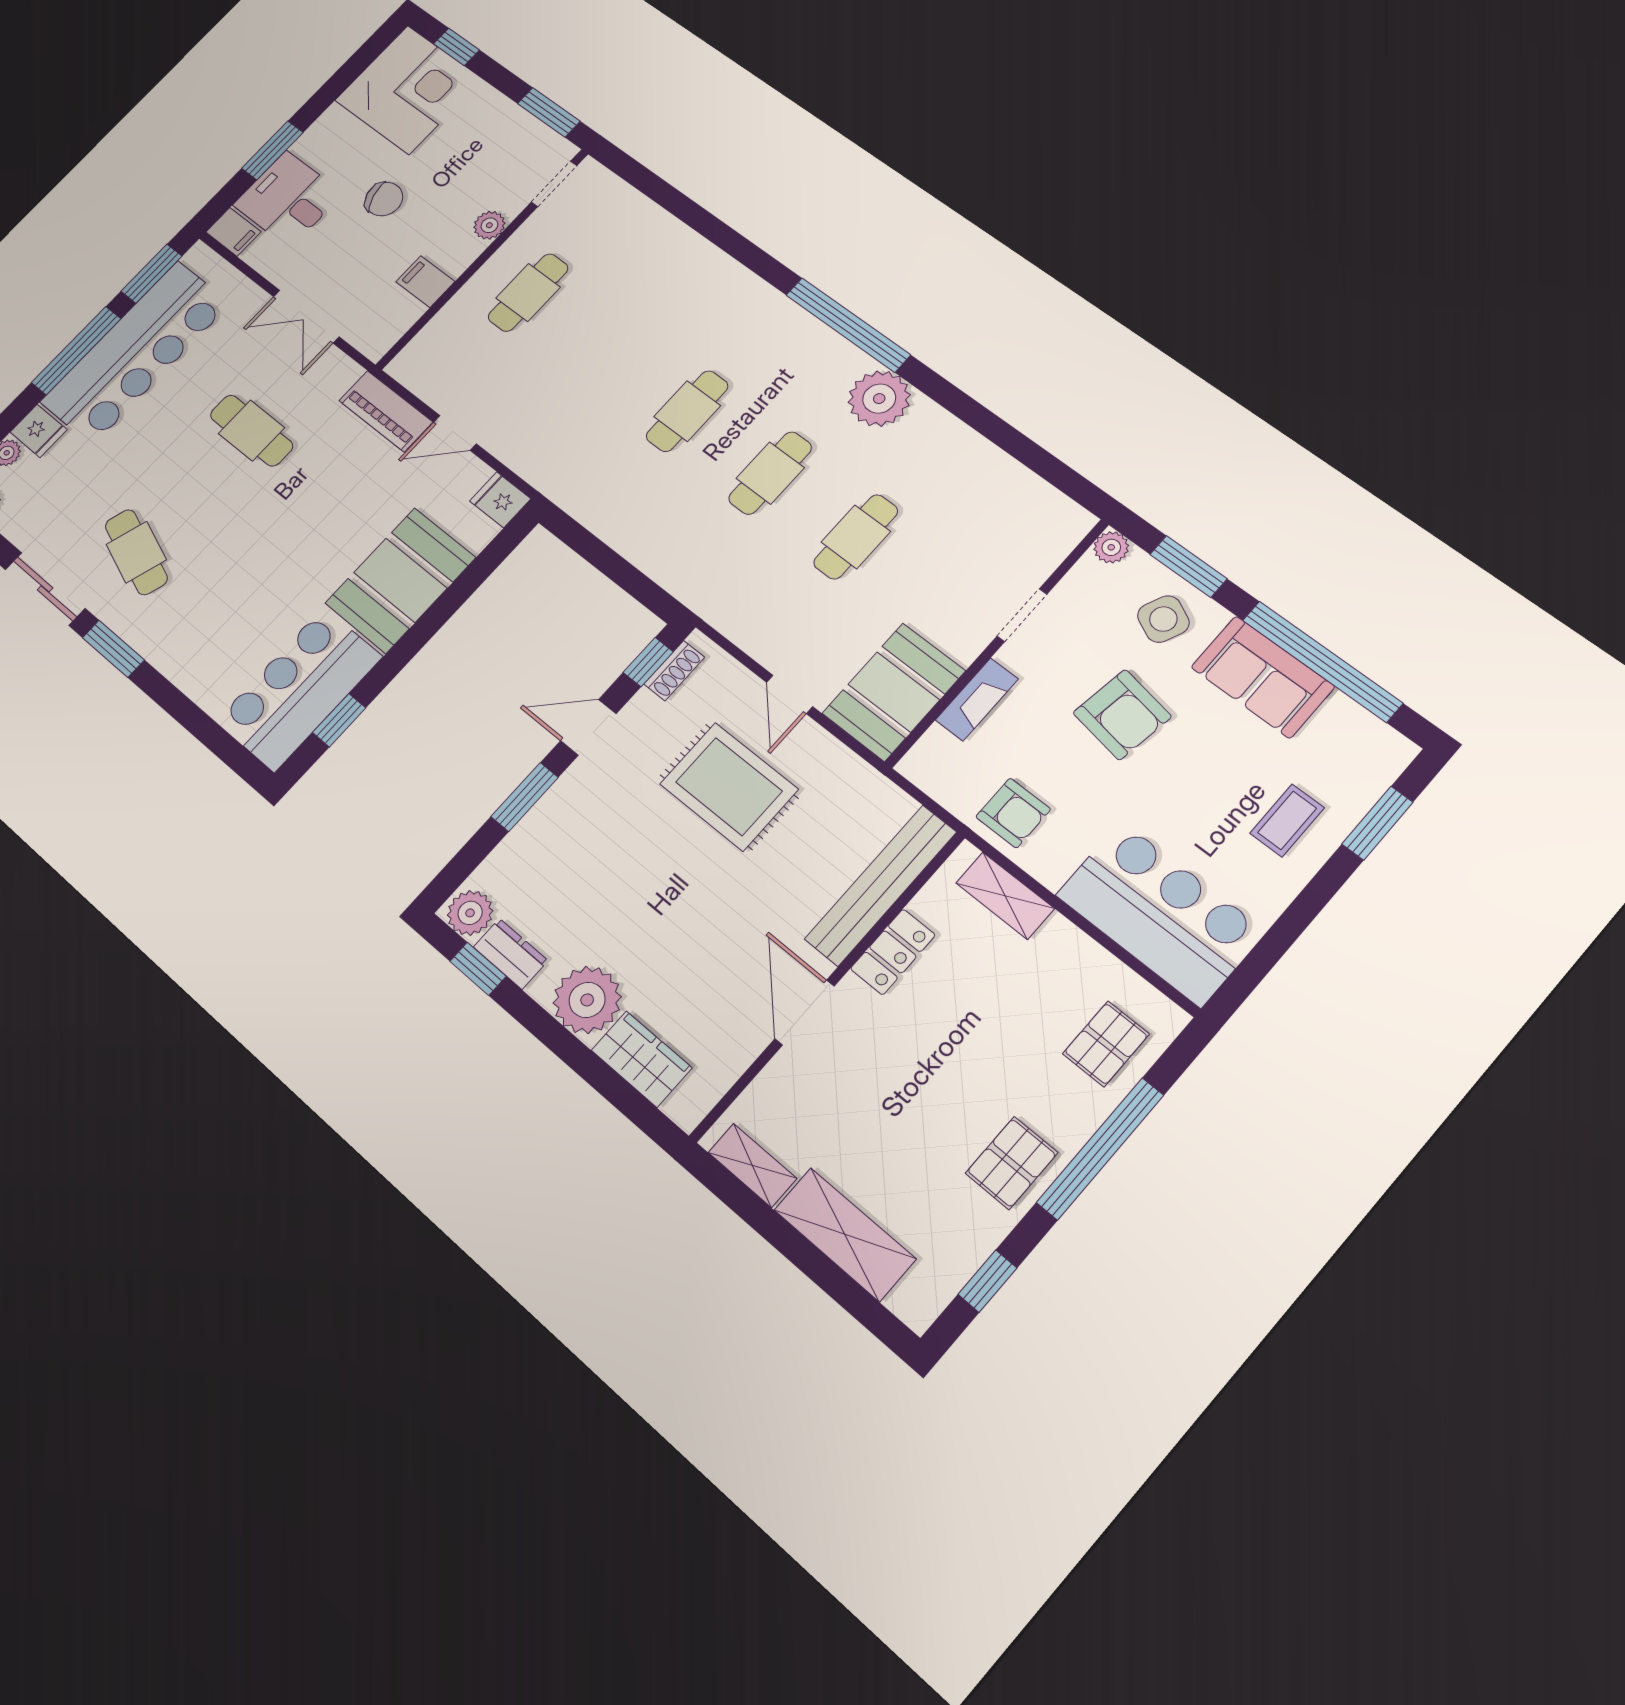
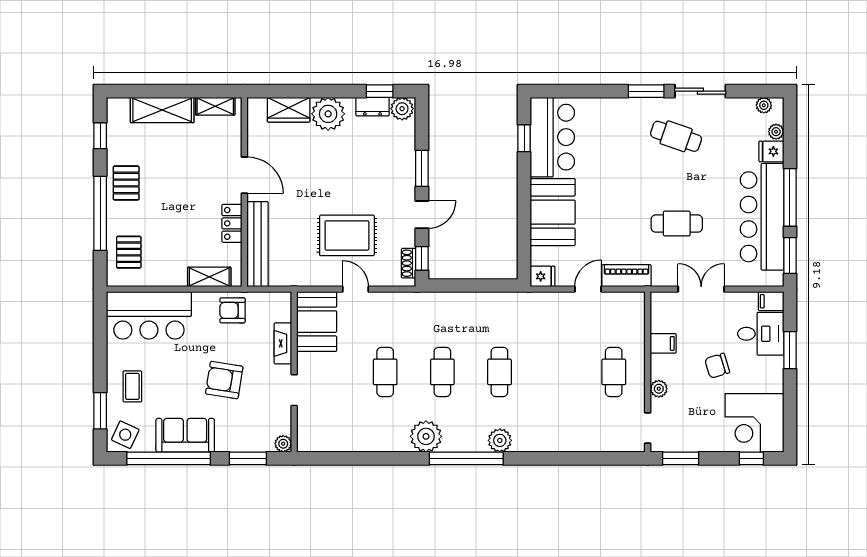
plant: (776, 315) -> (500, 440), added
side table: (1163, 619) -> (125, 435), moved

